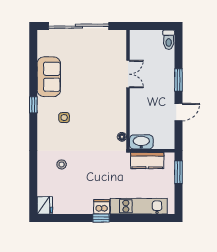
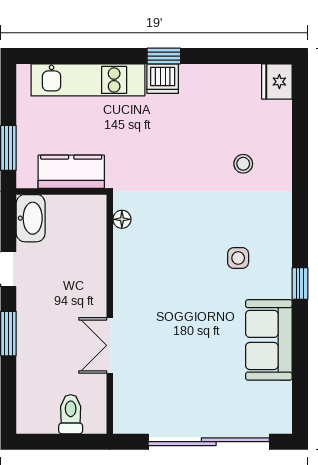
toilet: (169, 40) -> (71, 414), moved
washbasin: (141, 142) -> (31, 218), moved, turned -90

